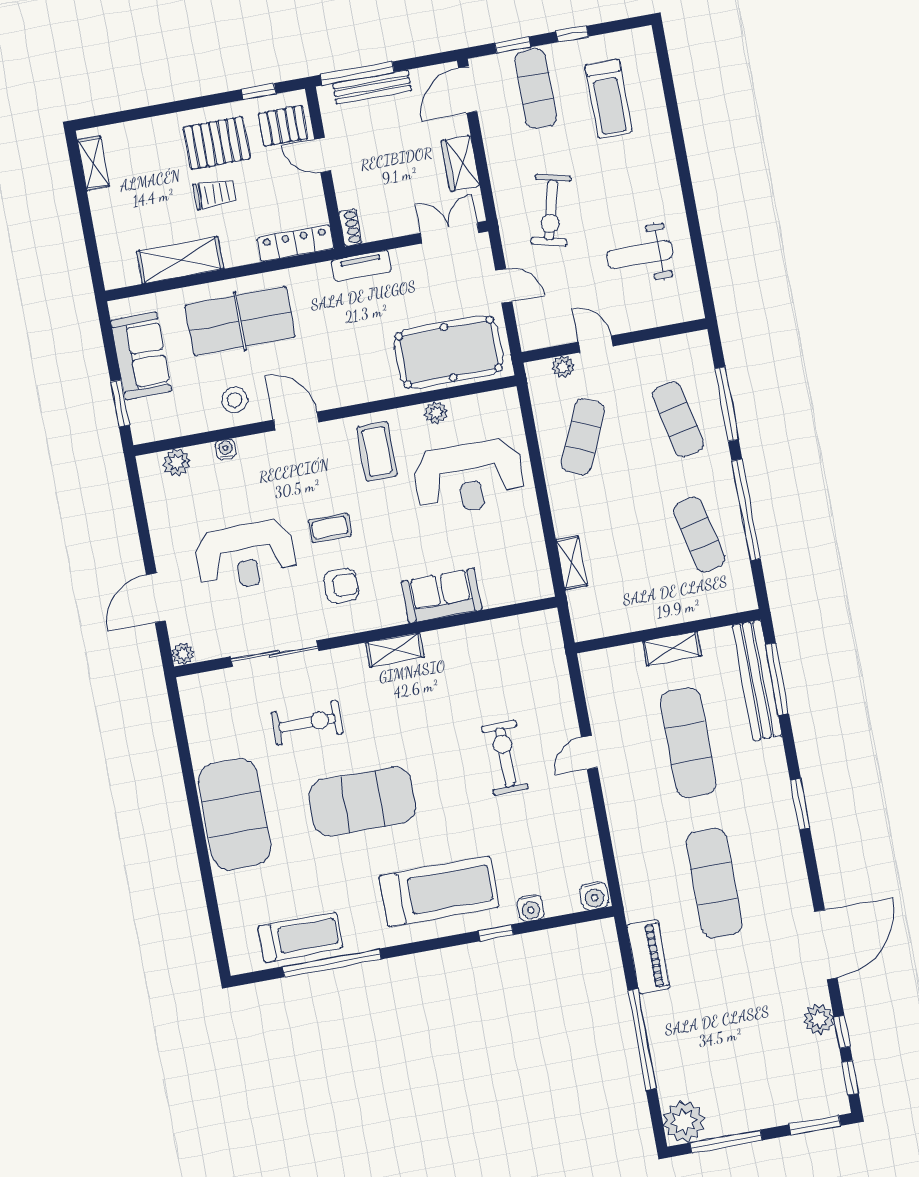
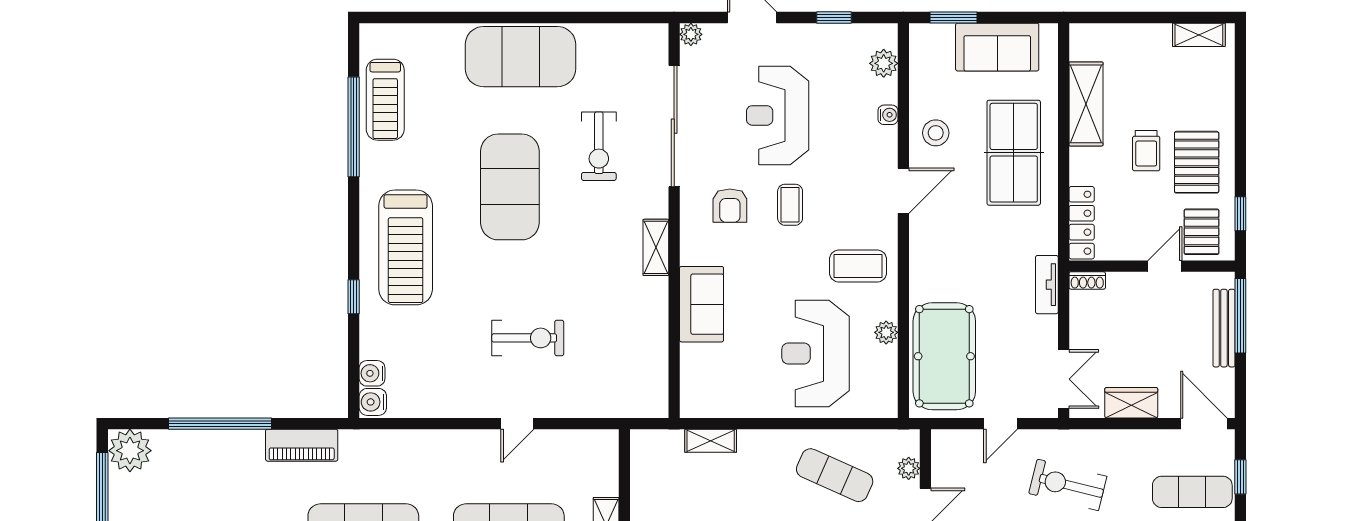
window: (141, 519) -> (834, 18), added
sliding door: (274, 654) -> (674, 126), width x1.36
door: (589, 752) -> (517, 424), swing flipped
water cooler: (531, 908) -> (372, 373), moved

